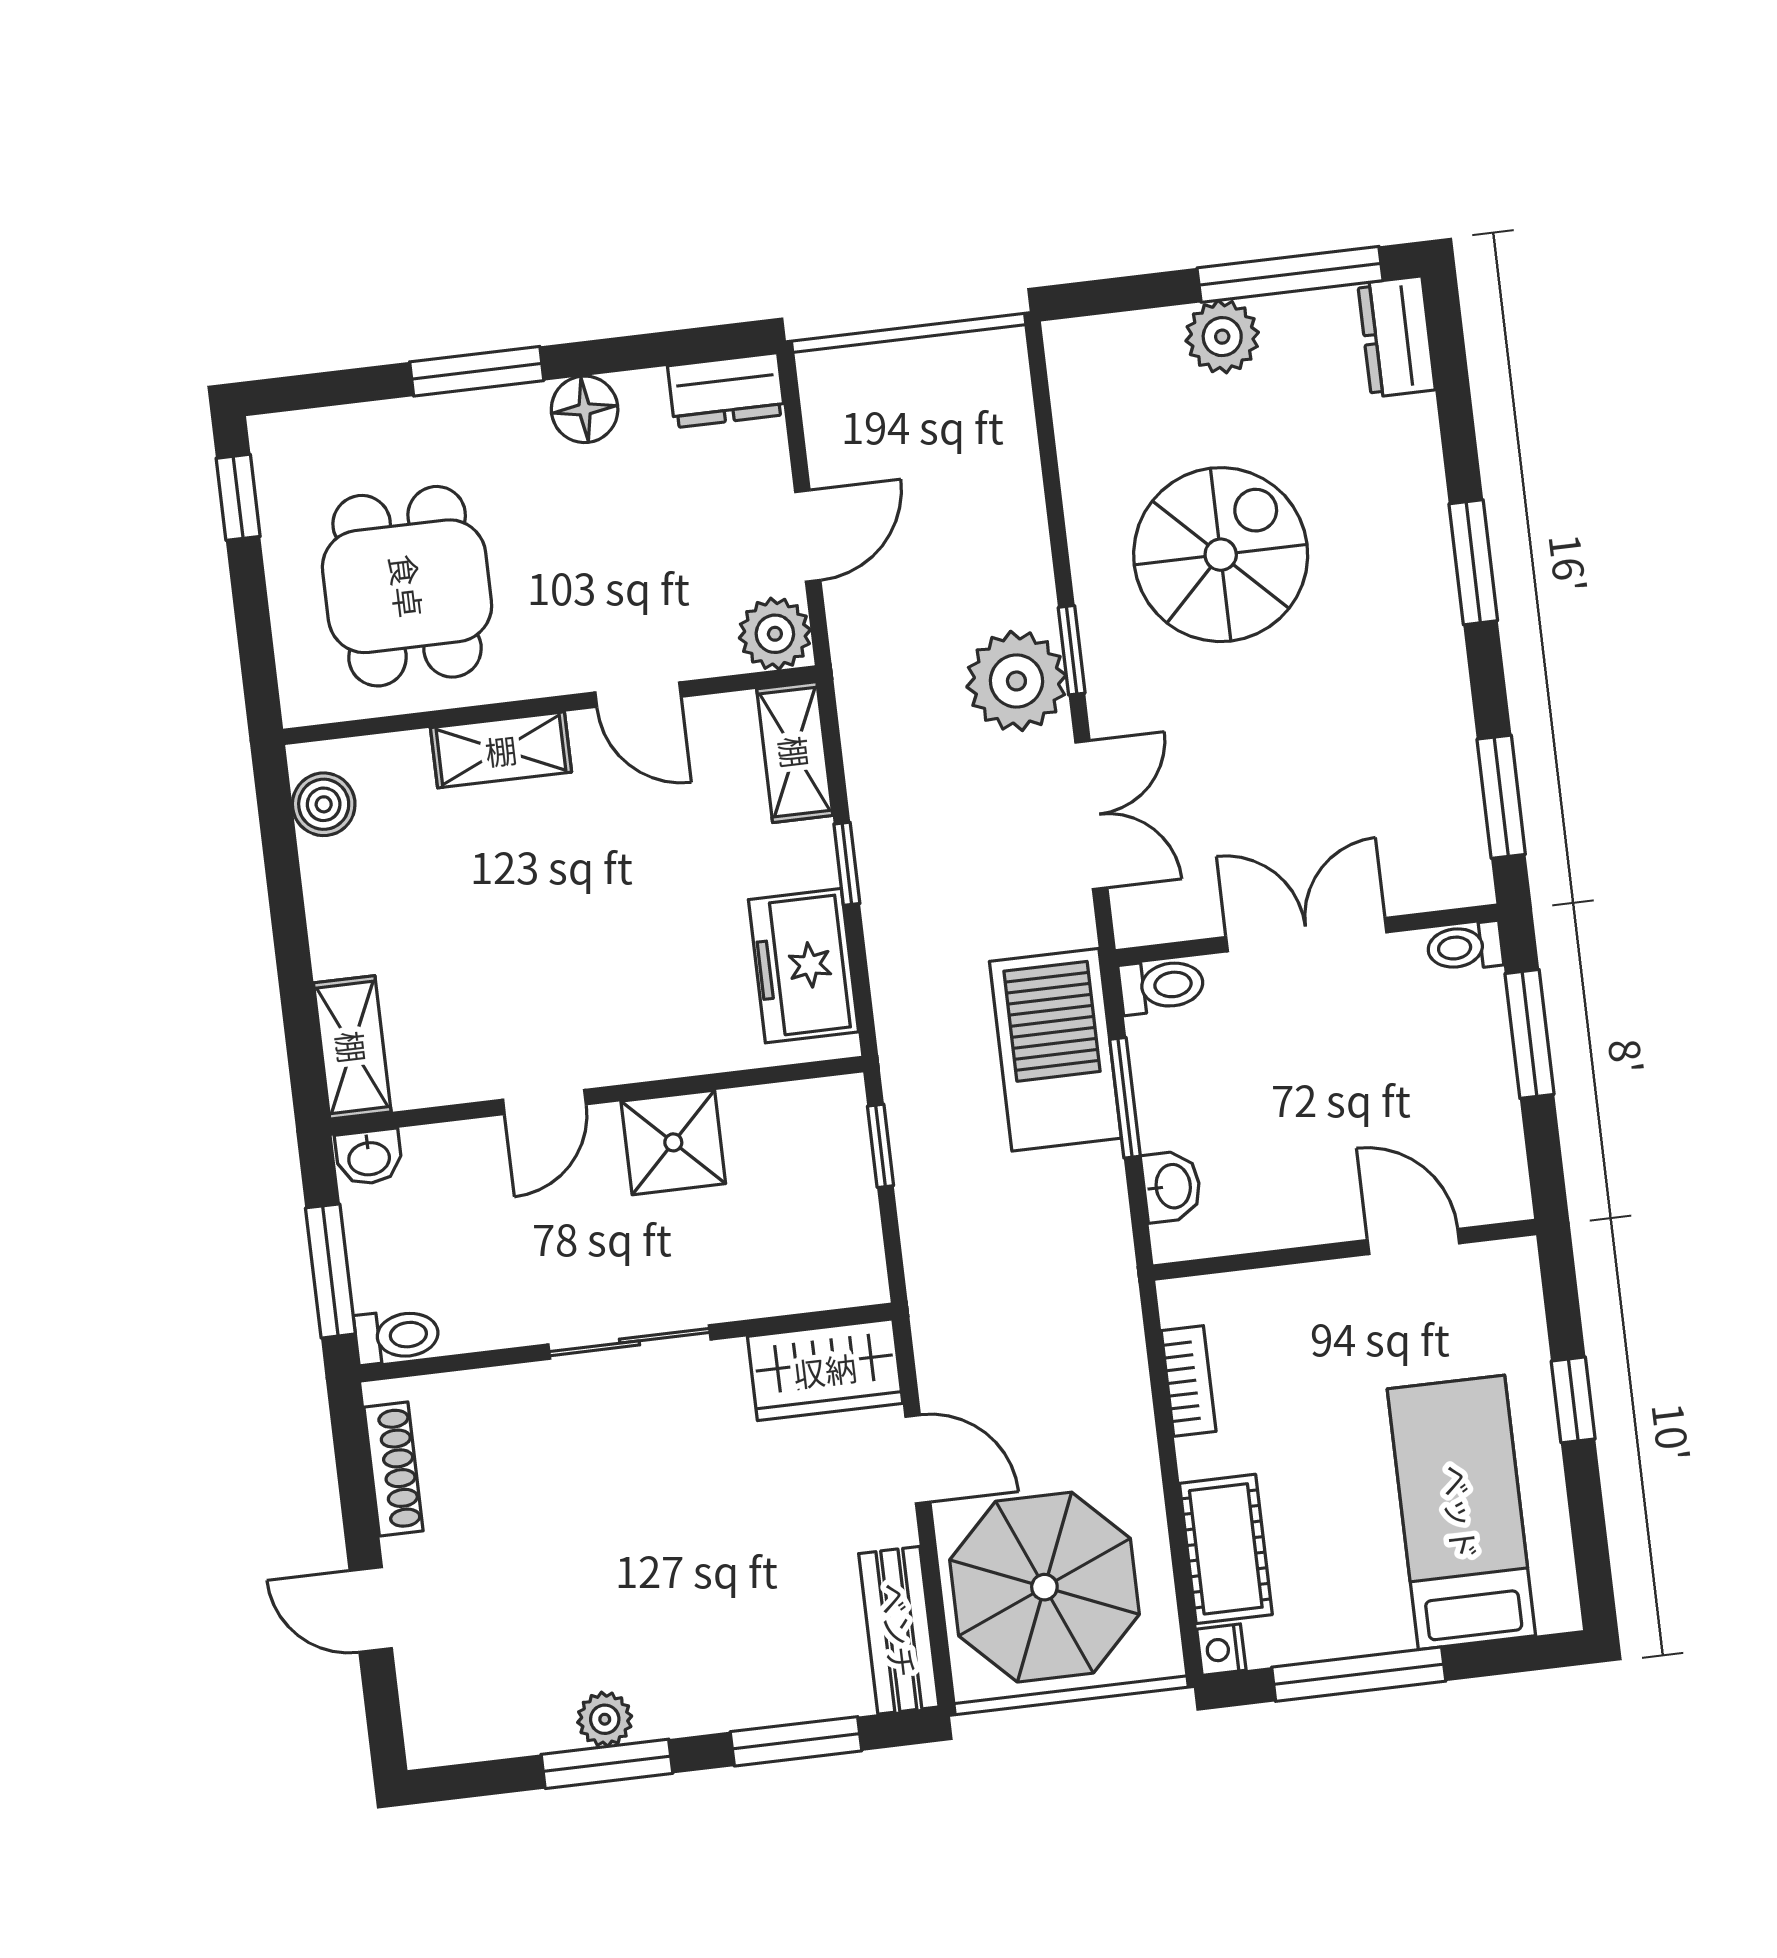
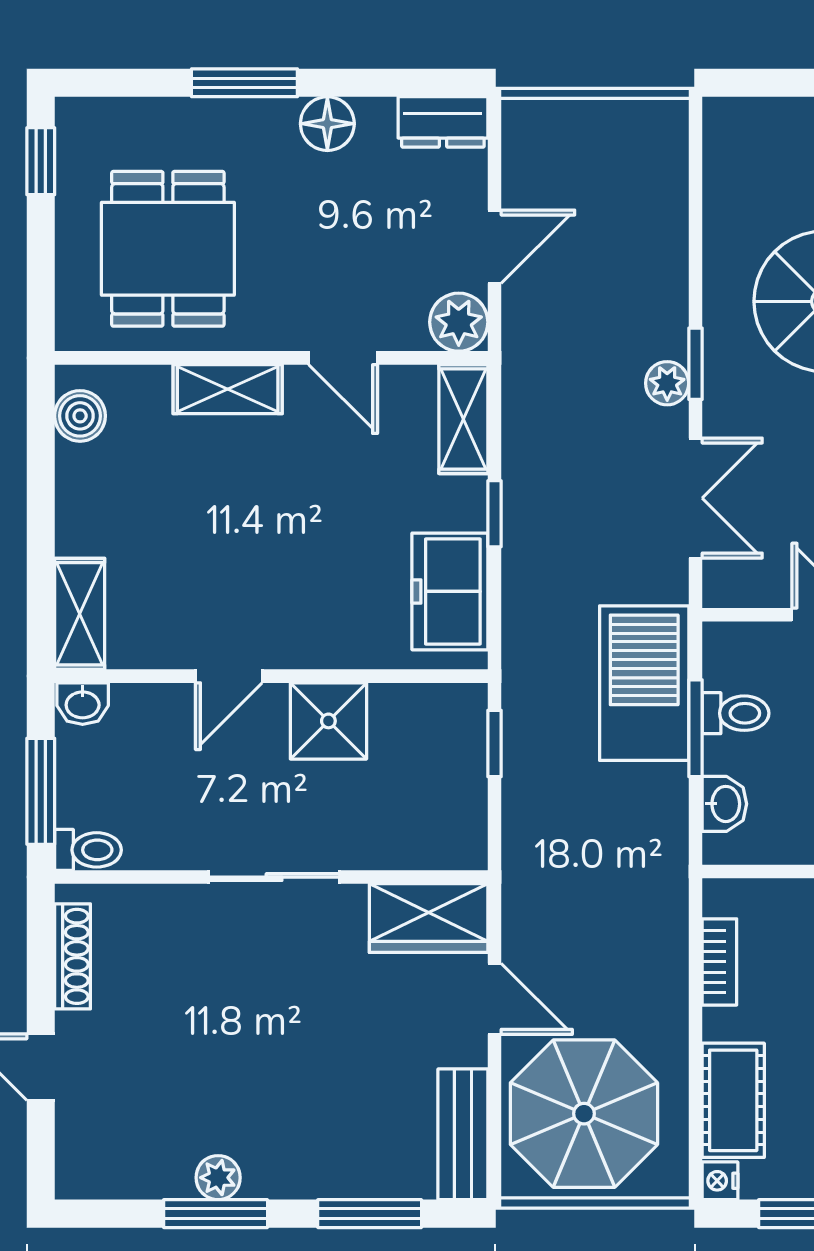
plant: (1016, 681) -> (667, 383), width x0.53, depth x0.53
toilet: (1162, 986) -> (736, 713), moved

